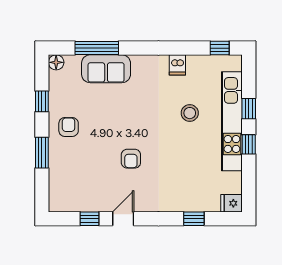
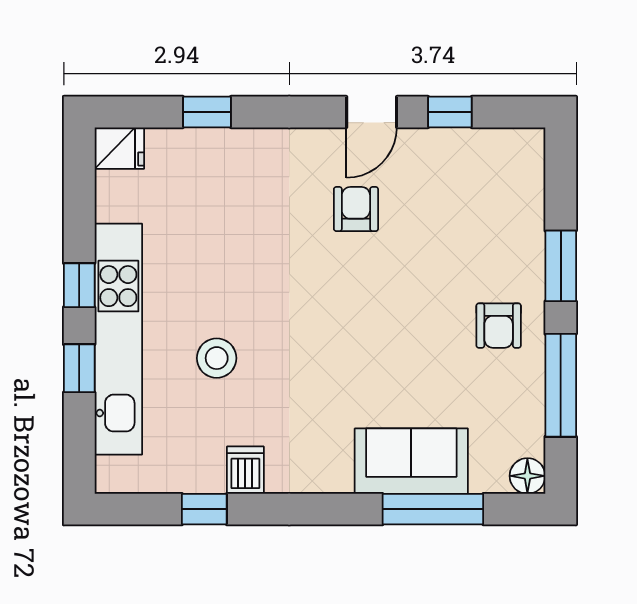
window: (220, 48) -> (204, 509), moved
window: (42, 101) -> (561, 385), width x2.17
armchair: (131, 159) -> (356, 209), moved

